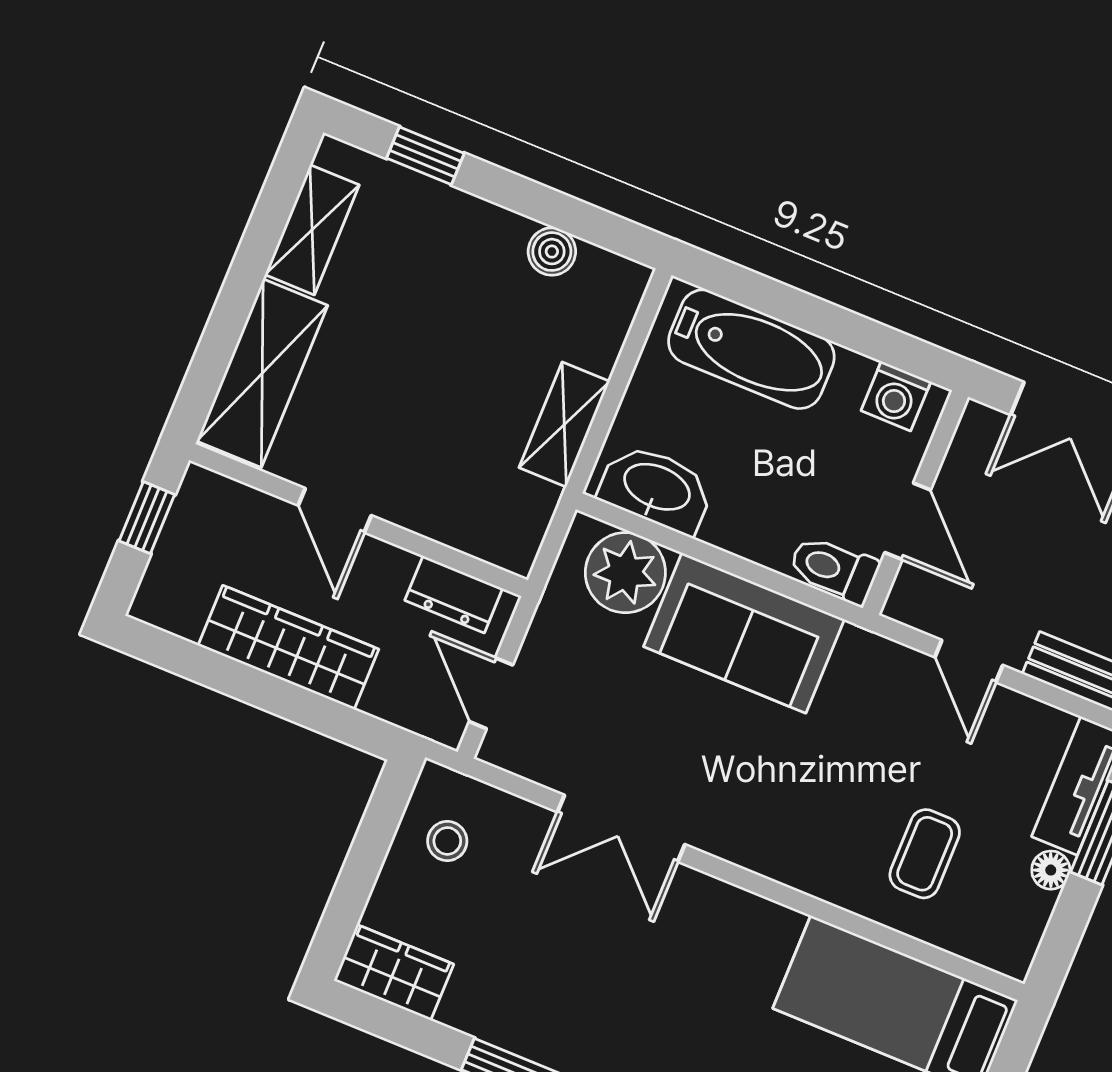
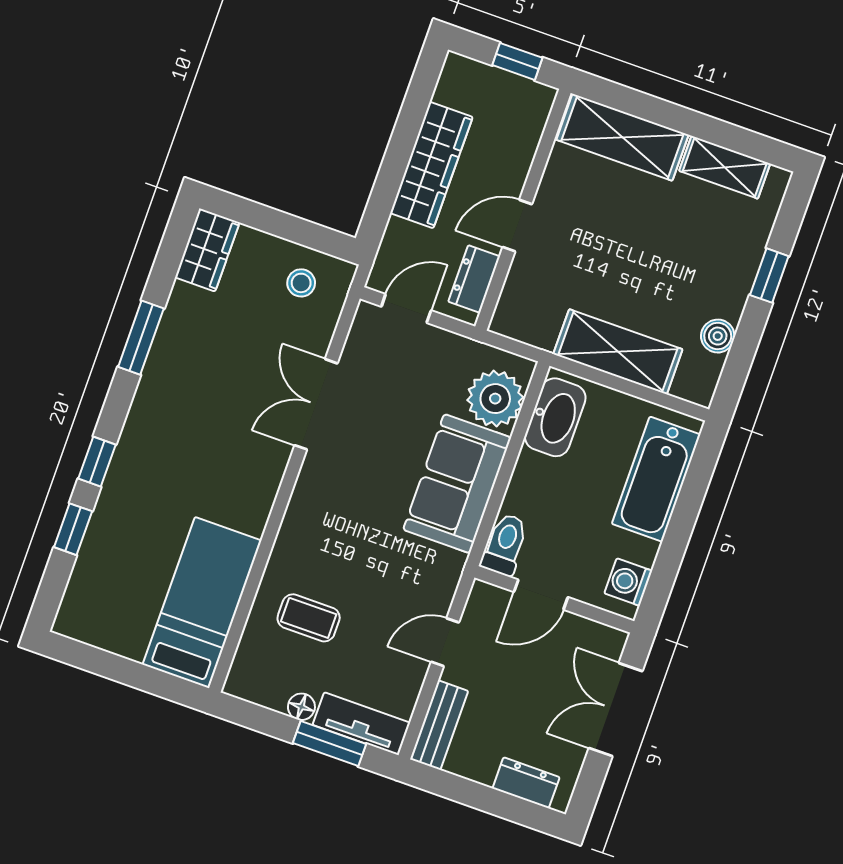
window: (425, 156) -> (769, 276), moved
shelving: (564, 424) -> (618, 352), width x1.50, depth x1.33
door: (335, 510) -> (517, 226), moved

